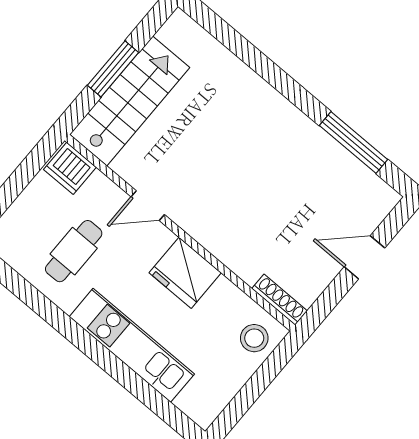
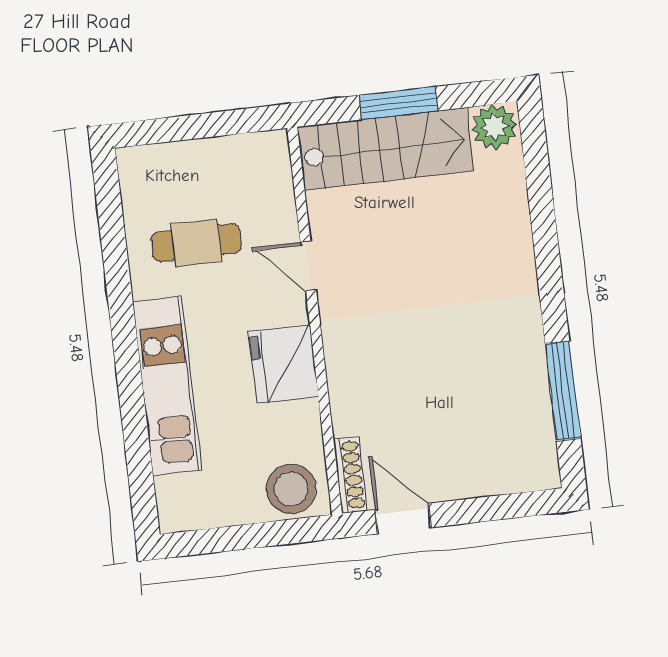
plant: (179, 32) -> (495, 127), added
dishwasher: (70, 168) -> (267, 160), removed
door: (364, 257) -> (403, 519), moved
stool: (254, 338) -> (291, 489), width x1.38, depth x1.38

